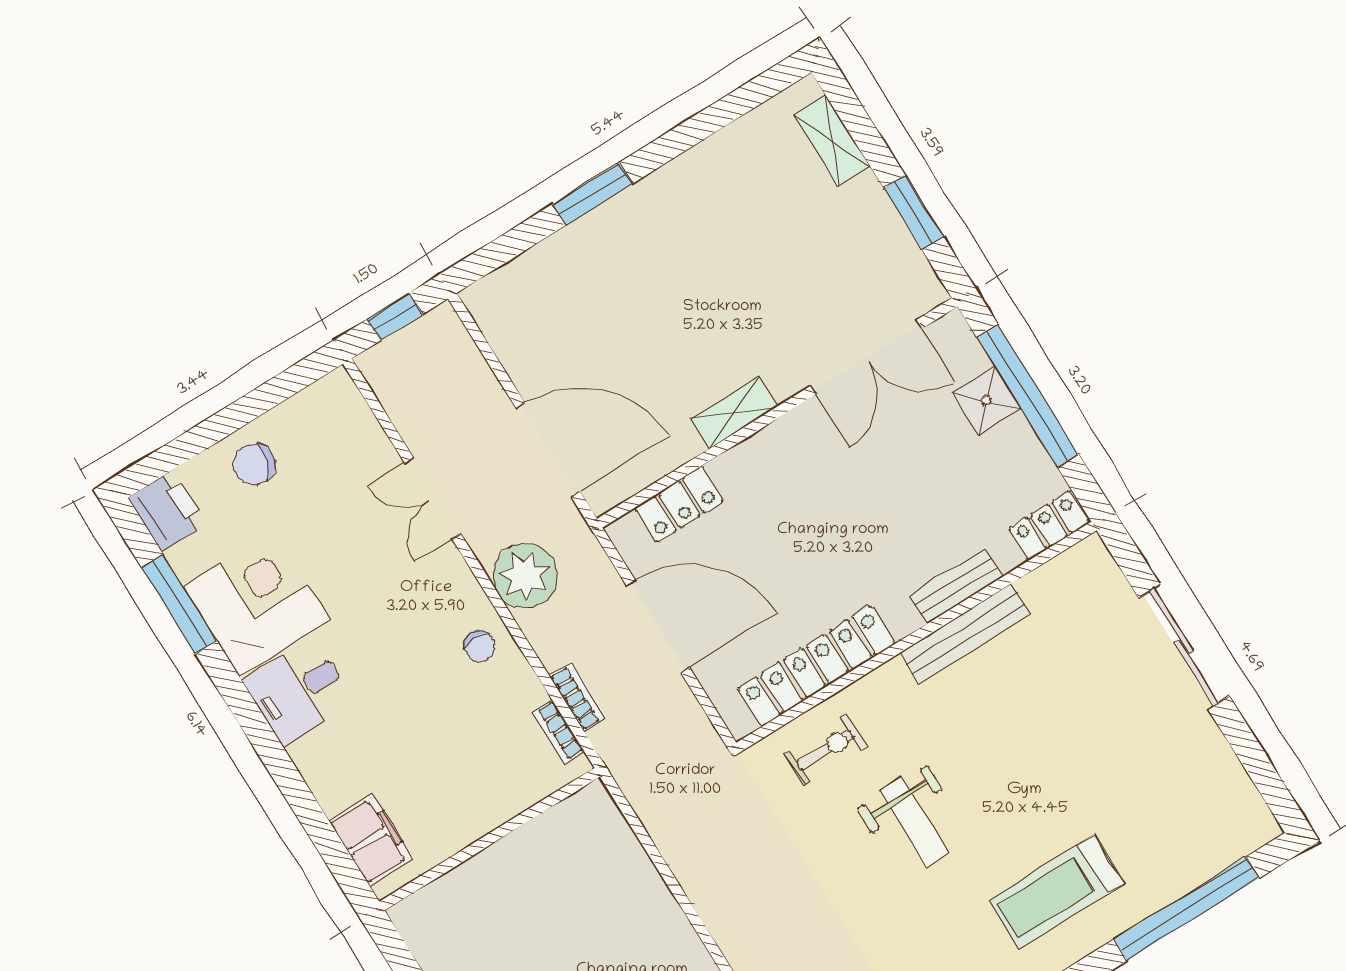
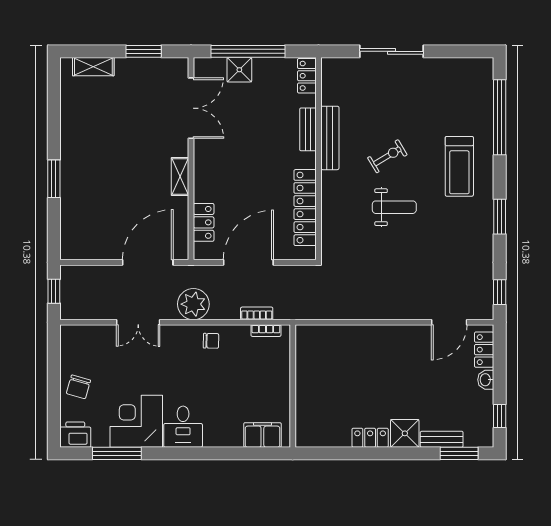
exercise bike: (826, 750) -> (387, 156), moved, turned 59

